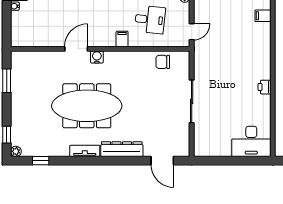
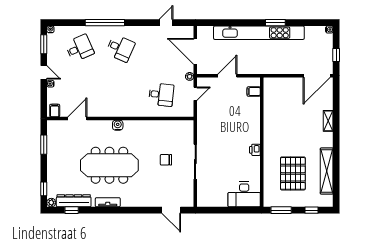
door: (192, 32) -> (195, 94), moved
filing cabinet: (122, 39) -> (55, 110), moved
door: (76, 49) -> (77, 119), moved
chair: (163, 62) -> (166, 160), moved
dresser: (122, 149) -> (74, 201), moved

